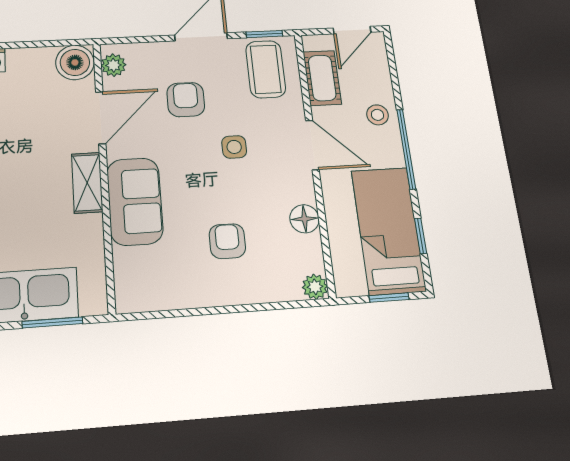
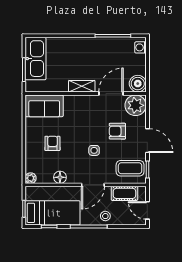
plant: (113, 65) -> (136, 105), width x1.87, depth x1.87
armchair: (186, 100) -> (117, 131), turned 180
door: (101, 118) -> (111, 94), swing flipped
sofa: (135, 201) -> (44, 106), moved
armchair: (227, 241) -> (52, 143), turned -90

